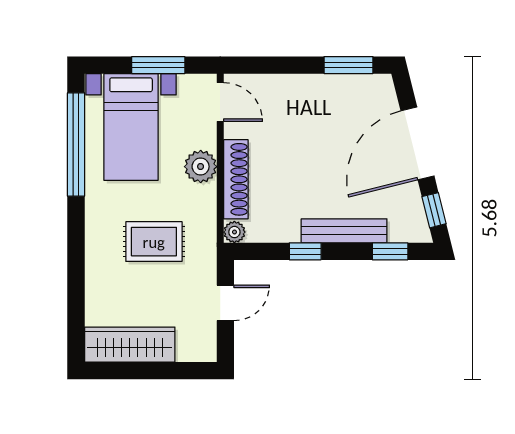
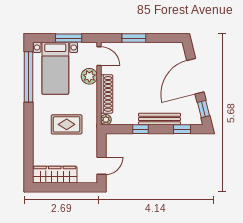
window: (349, 65) -> (134, 38), moved
plant: (201, 167) -> (89, 76), moved
door: (225, 303) -> (101, 166), moved

